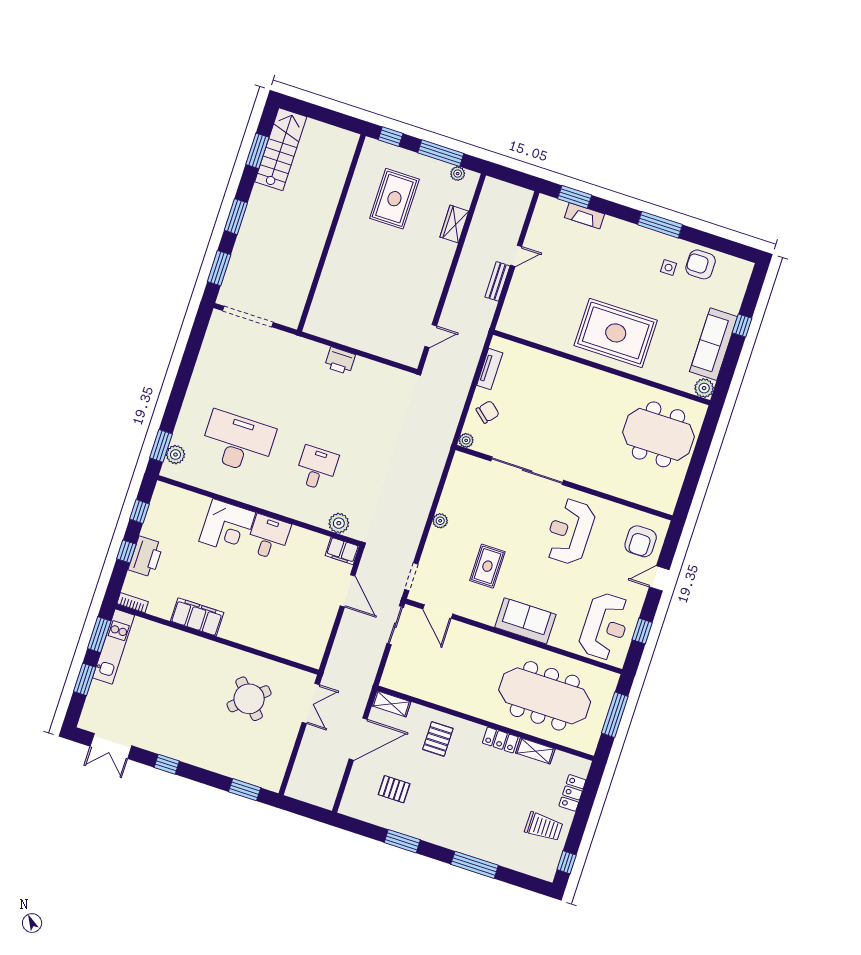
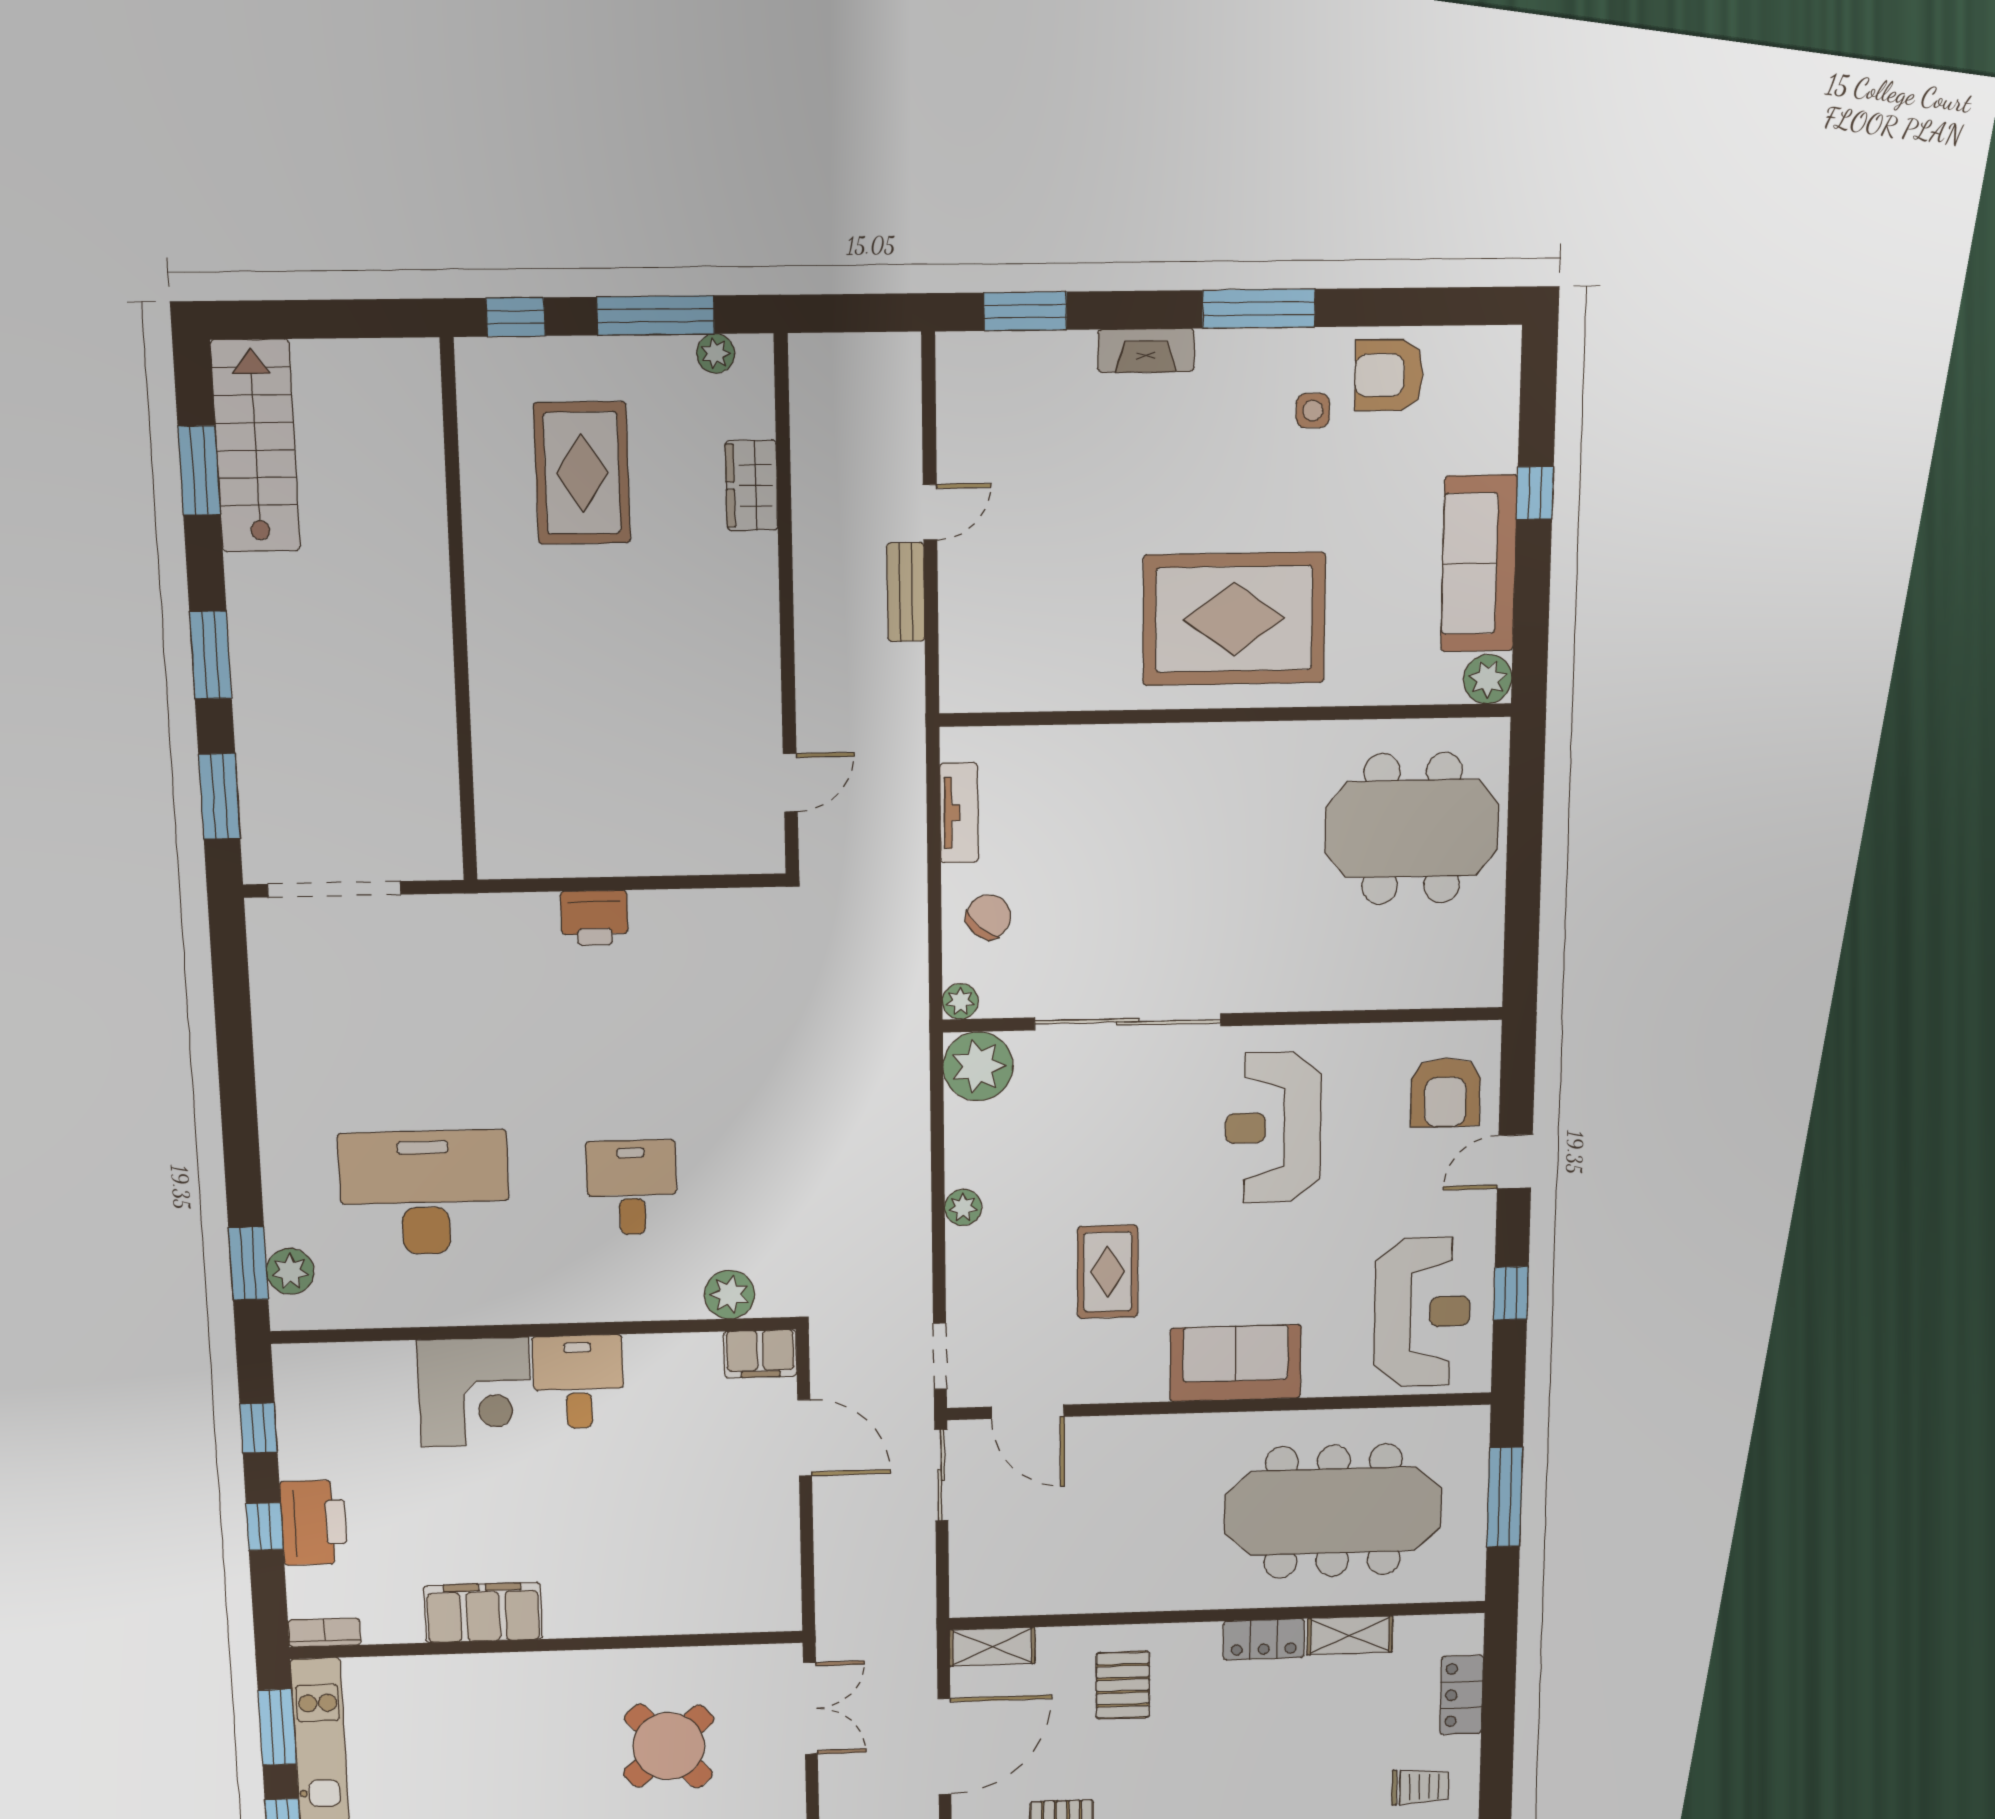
fireplace: (584, 216) -> (1146, 350), moved
plant: (464, 468) -> (978, 1066), added
trolley: (544, 827) -> (1420, 1787), width x0.73, depth x0.72

